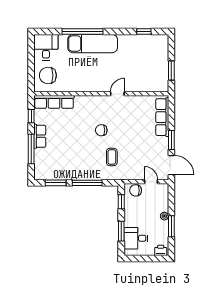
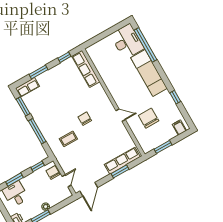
window: (82, 31) -> (145, 45), moved
window: (144, 31) -> (175, 97), moved
filing cabinet: (162, 44) -> (179, 127), added
desk: (46, 47) -> (127, 42), width x1.37
chair: (48, 75) -> (149, 118), moved
row of seats: (40, 136) -> (28, 87), moved
window: (171, 140) -> (120, 171), moved
window: (31, 149) -> (39, 72), width x0.69

